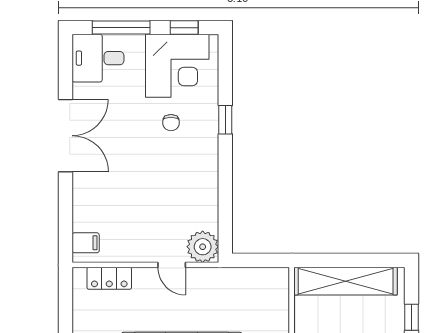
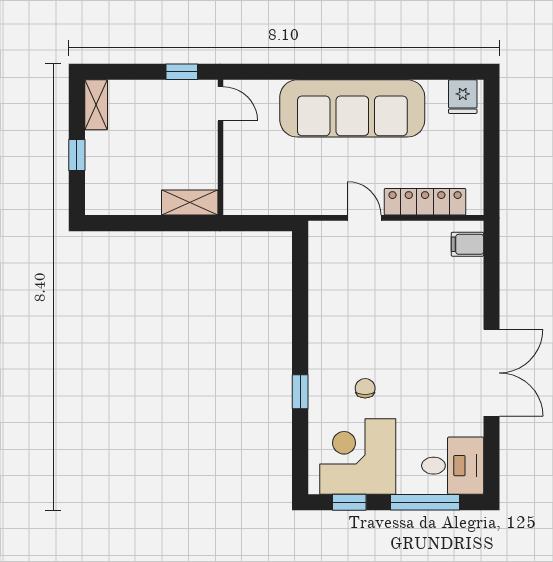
double door: (66, 136) -> (492, 373), swing flipped
plant: (203, 247) -> (327, 240), removed
locker: (109, 278) -> (425, 202), width x1.53
shelving: (346, 281) -> (190, 203), width x0.45, depth x0.75

